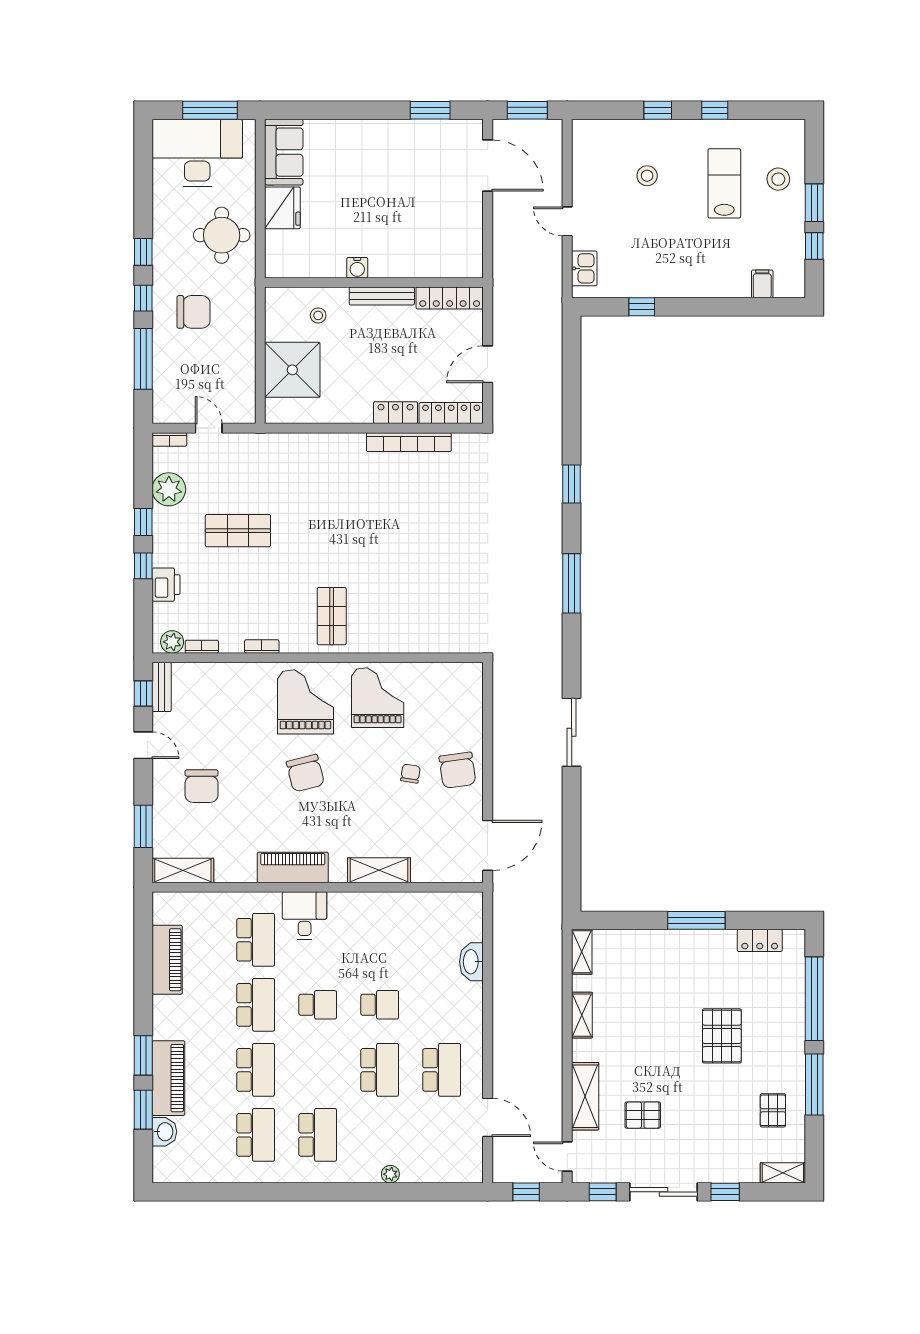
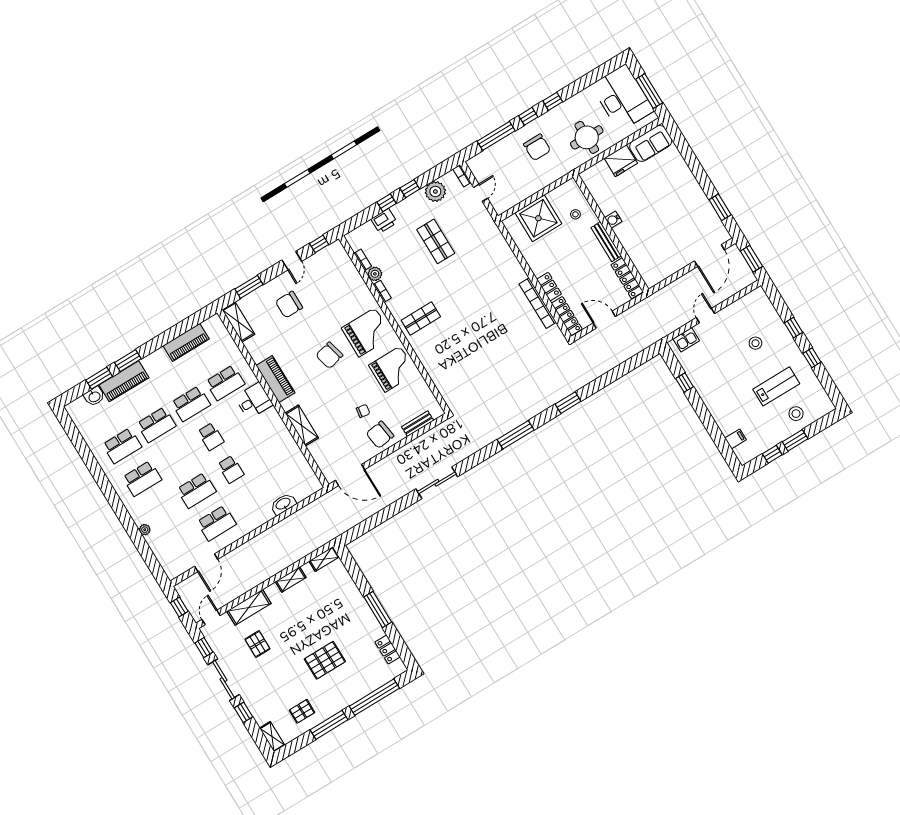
plant: (172, 642) -> (375, 274), moved
bench: (162, 687) -> (418, 424), moved

